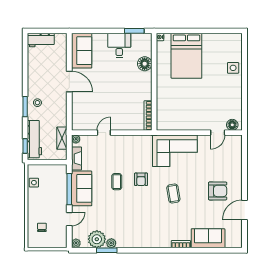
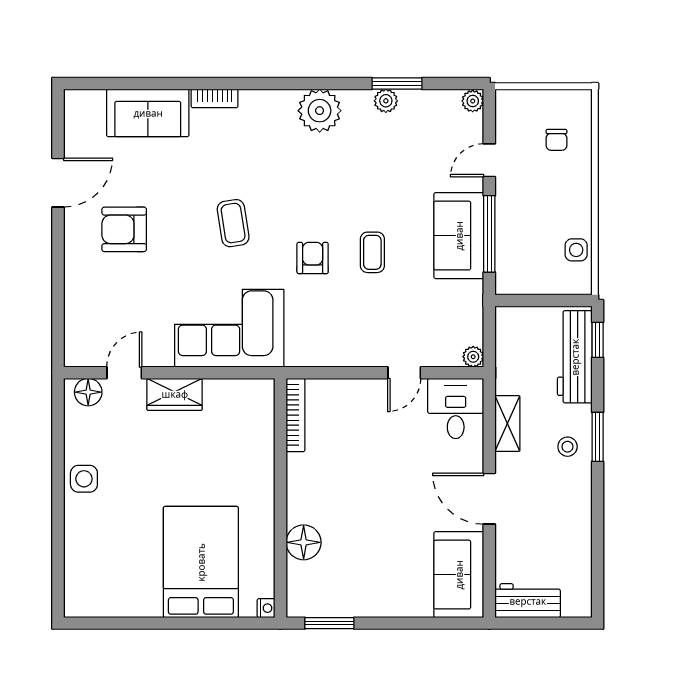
workbench: (41, 40) -> (528, 601), moved
desk: (119, 45) -> (456, 408), moved, turned 180
side table: (233, 68) -> (84, 479), moved
wardrobe: (197, 124) -> (175, 394), added
shelving: (62, 138) -> (507, 423), moved
fireplace: (76, 158) -> (471, 309), removed
plant: (97, 239) -> (320, 111), moved

